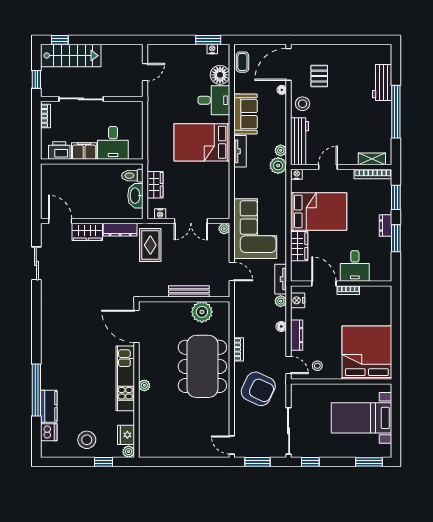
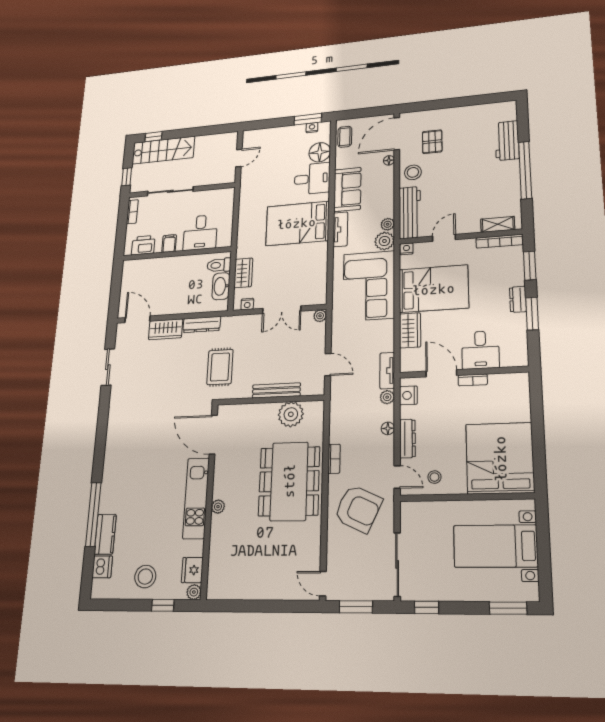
filing cabinet: (84, 151) -> (169, 244), width x0.50
corner sofa: (255, 229) -> (369, 286), moved, turned 180
rug: (150, 245) -> (220, 367), moved

